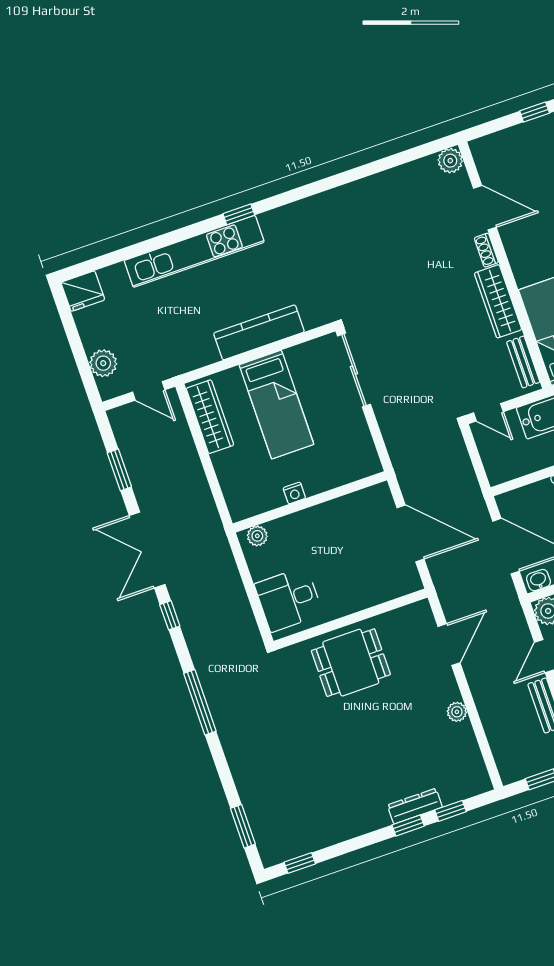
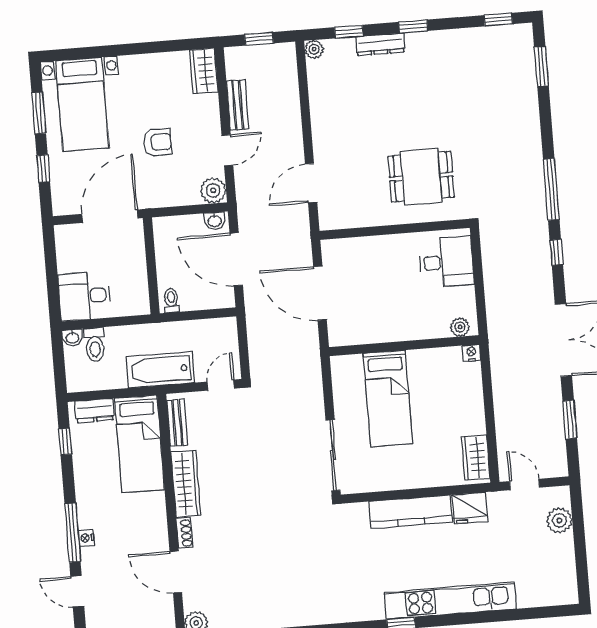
fridge: (83, 291) -> (470, 508), moved, turned 180
bed: (276, 405) -> (388, 398), moved, turned 180
door: (488, 412) -> (221, 385), hinge flipped
wardrobe: (210, 417) -> (476, 457), width x0.67
nightstand: (294, 493) -> (471, 353), moved
window: (170, 615) -> (556, 252), moved
dining table: (351, 663) -> (421, 177), moved
plant: (457, 712) -> (314, 49), moved
window: (408, 825) -> (413, 26), moved

